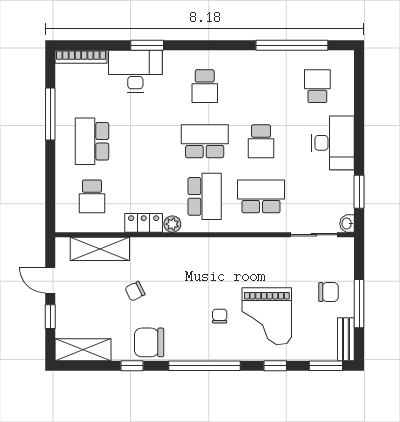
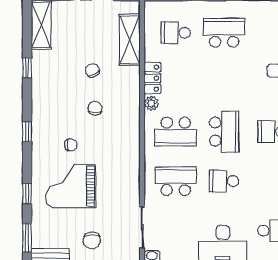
school desk: (261, 196) -> (176, 181), turned -90
chair: (149, 342) -> (95, 108), moved, width x0.54, depth x0.54
window: (205, 366) -> (27, 131), width x0.32

